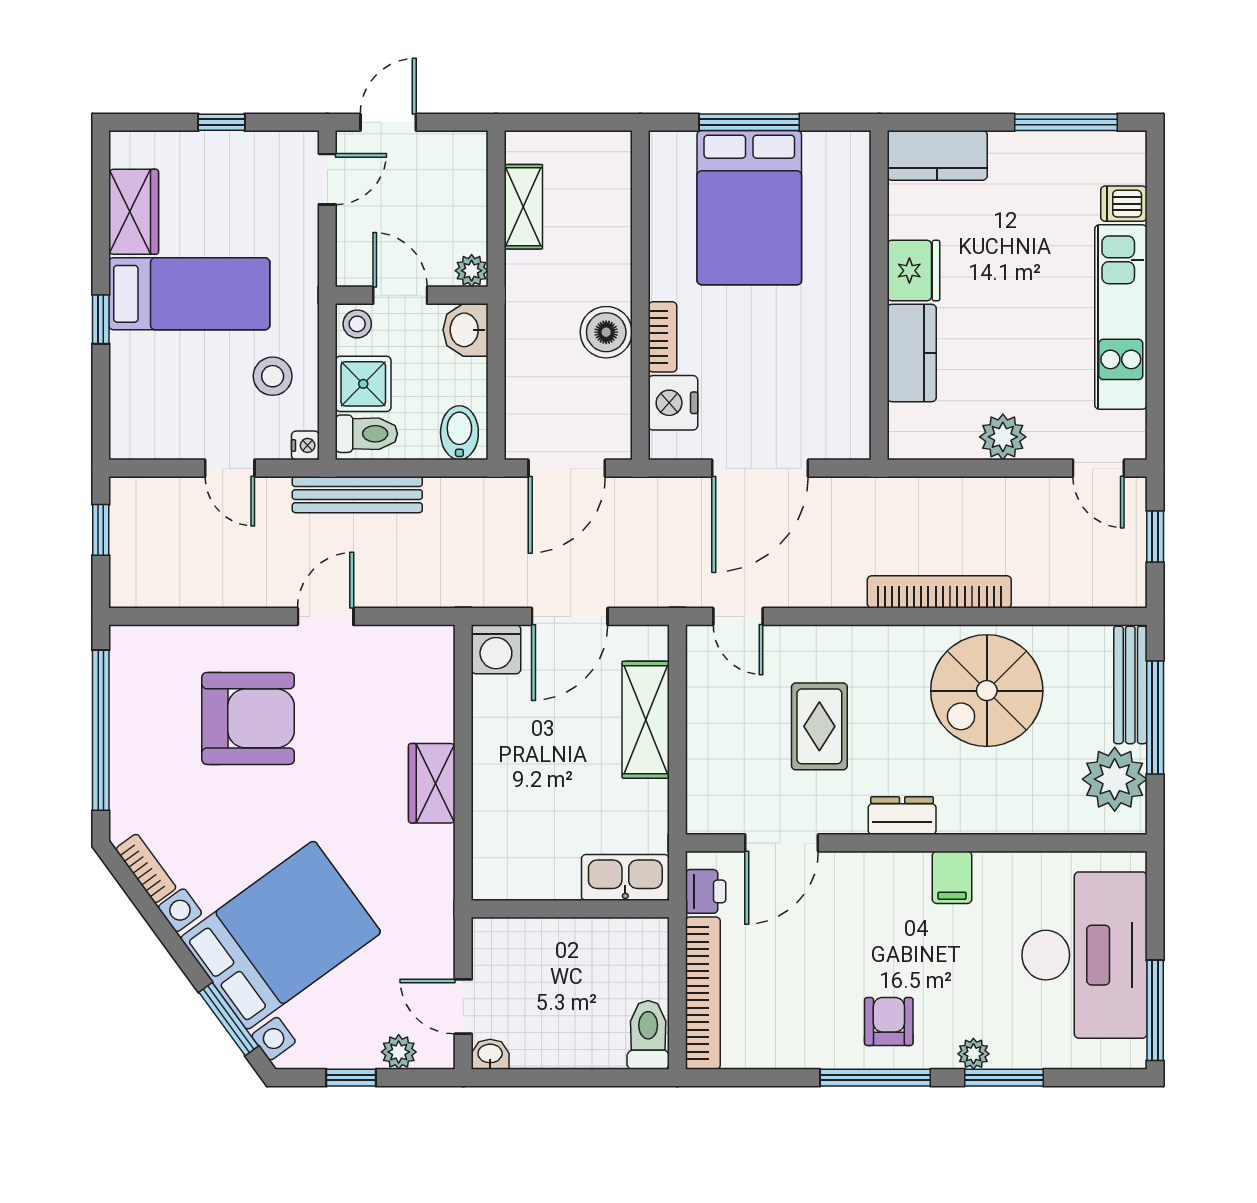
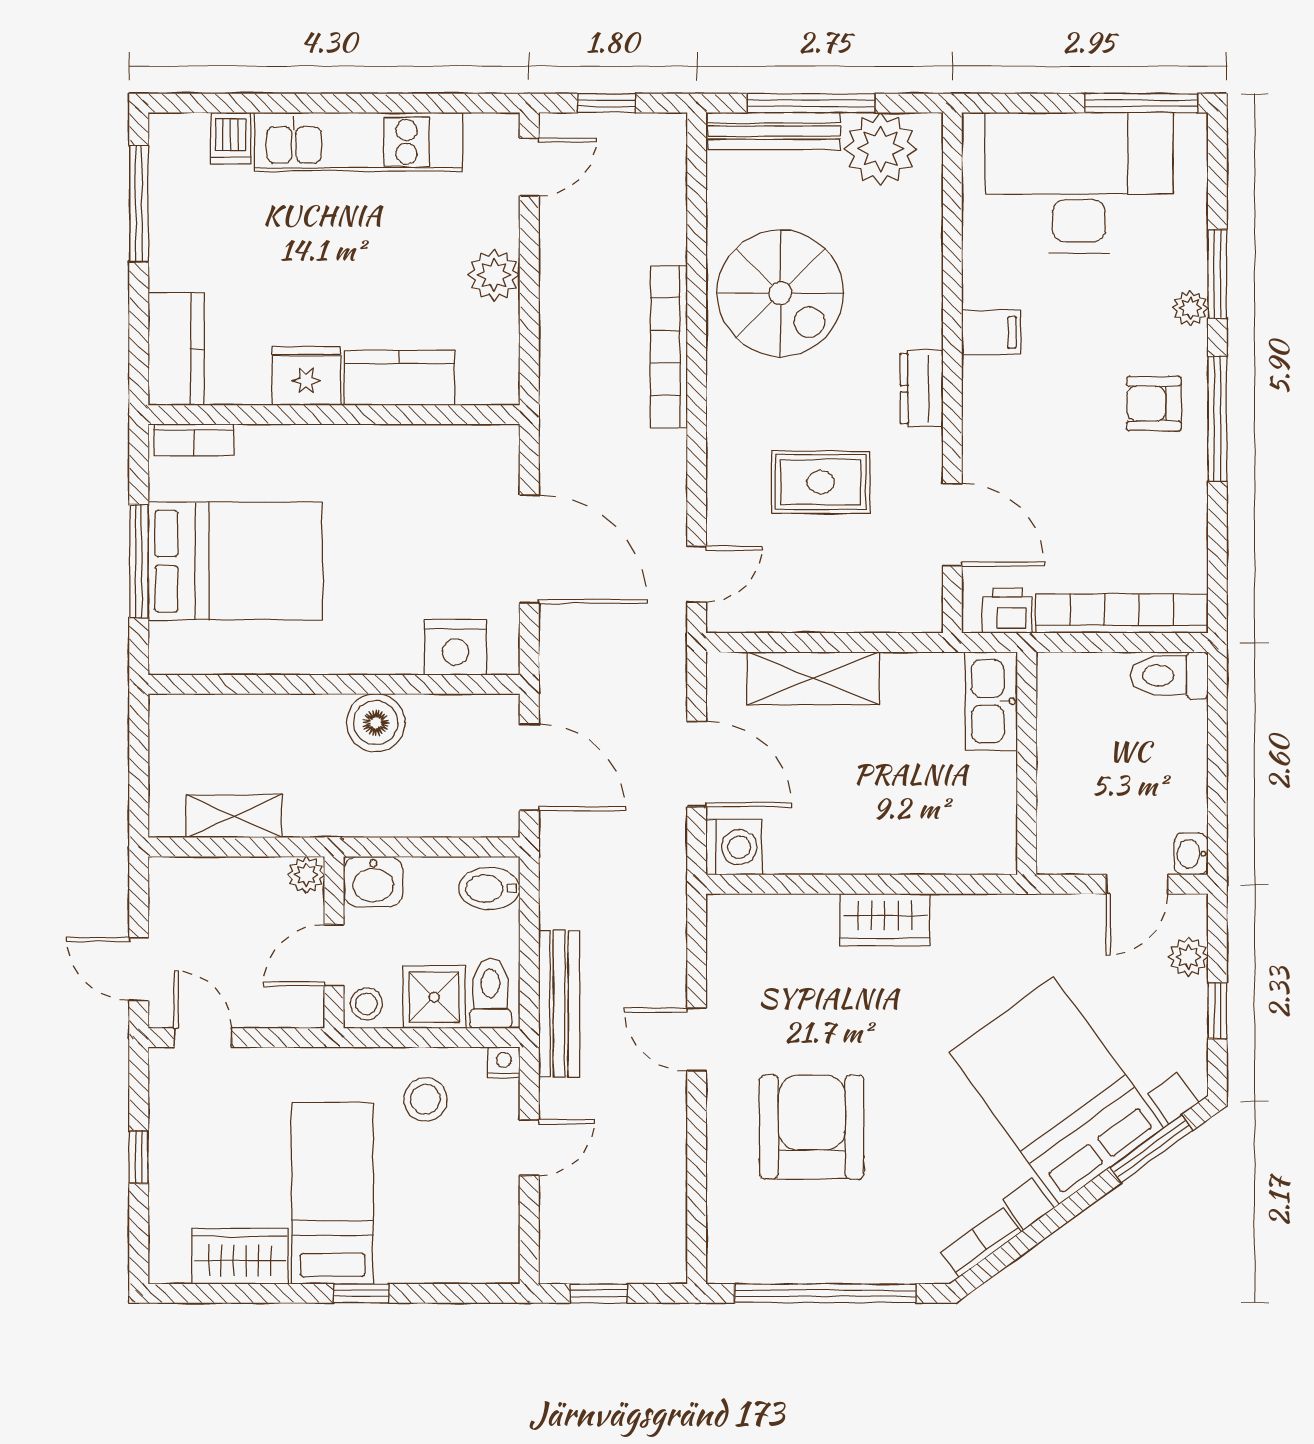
bookcase: (663, 337) -> (194, 440), moved, turned 180

